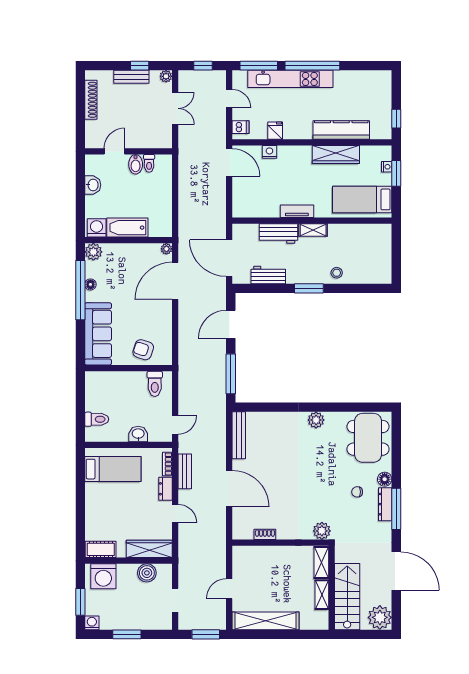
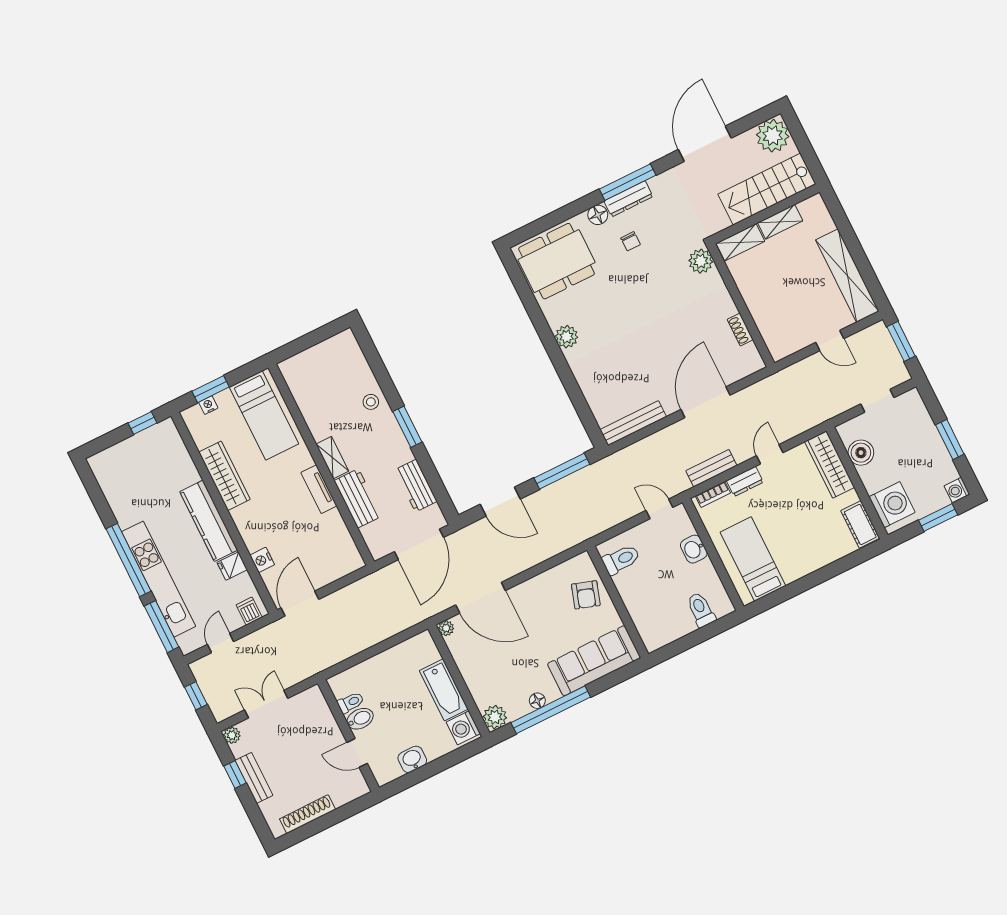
kitchen counter: (341, 130) -> (209, 521), moved

